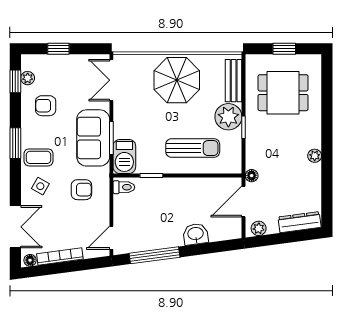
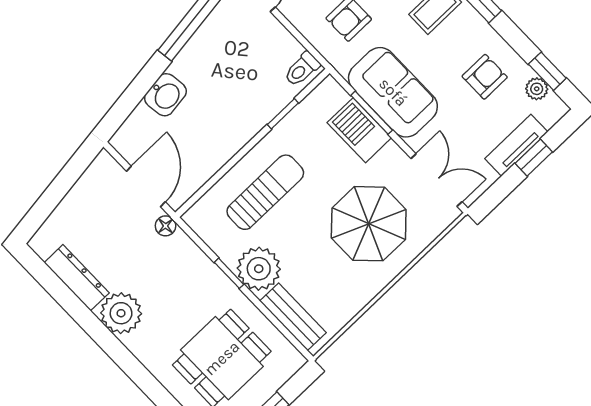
tv unit: (61, 62) -> (516, 145), added
parasol: (177, 80) -> (369, 224), moved
sun lounger: (193, 148) -> (265, 192), turned 180
barbecue: (124, 156) -> (359, 130), moved
plant: (315, 156) -> (121, 313), width x1.87, depth x1.87
dresser: (300, 222) -> (77, 278), moved, turned -82
plant: (259, 228) -> (98, 172), removed

